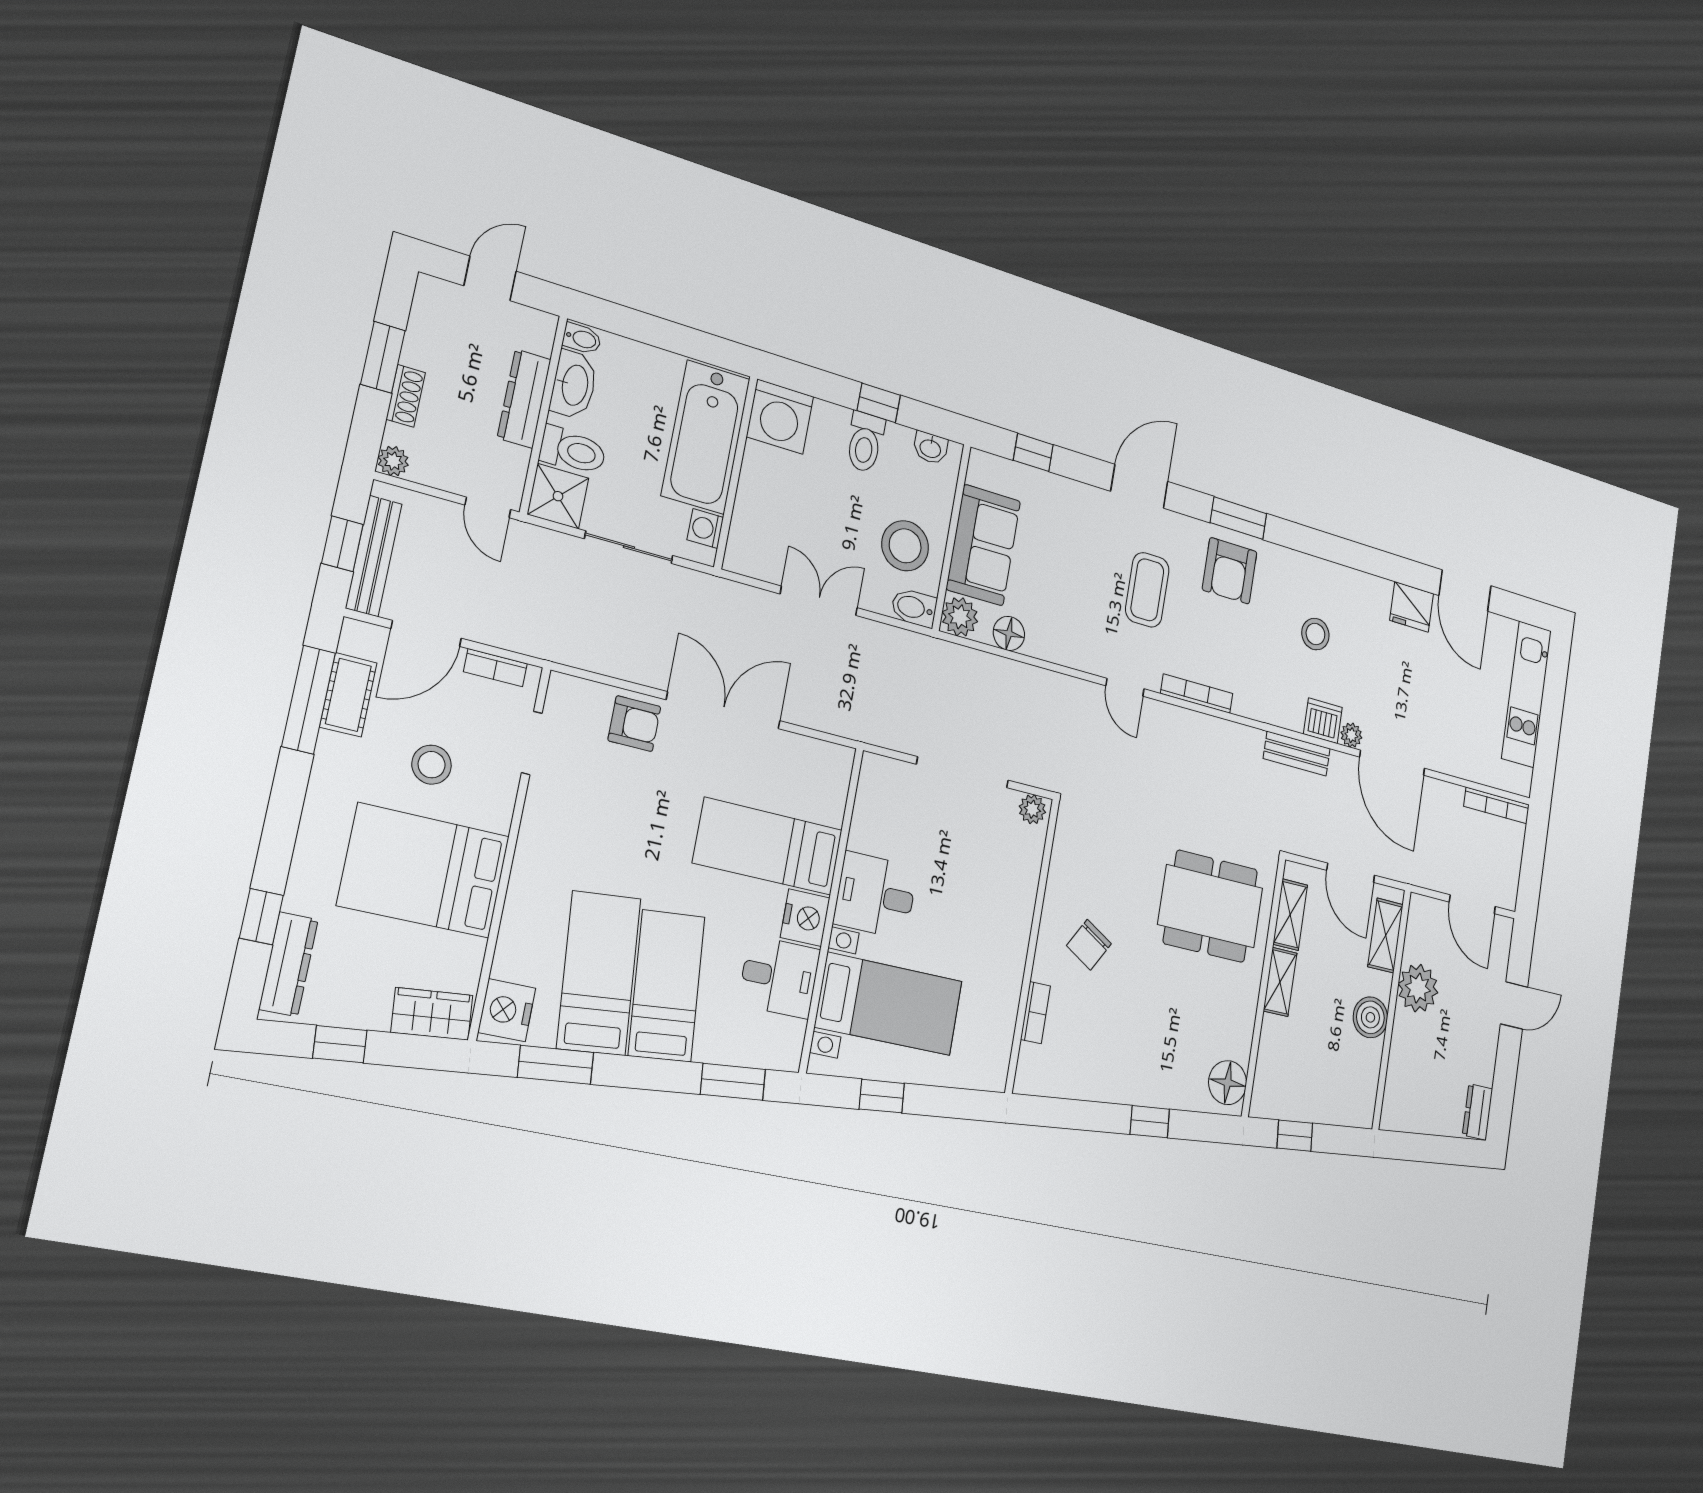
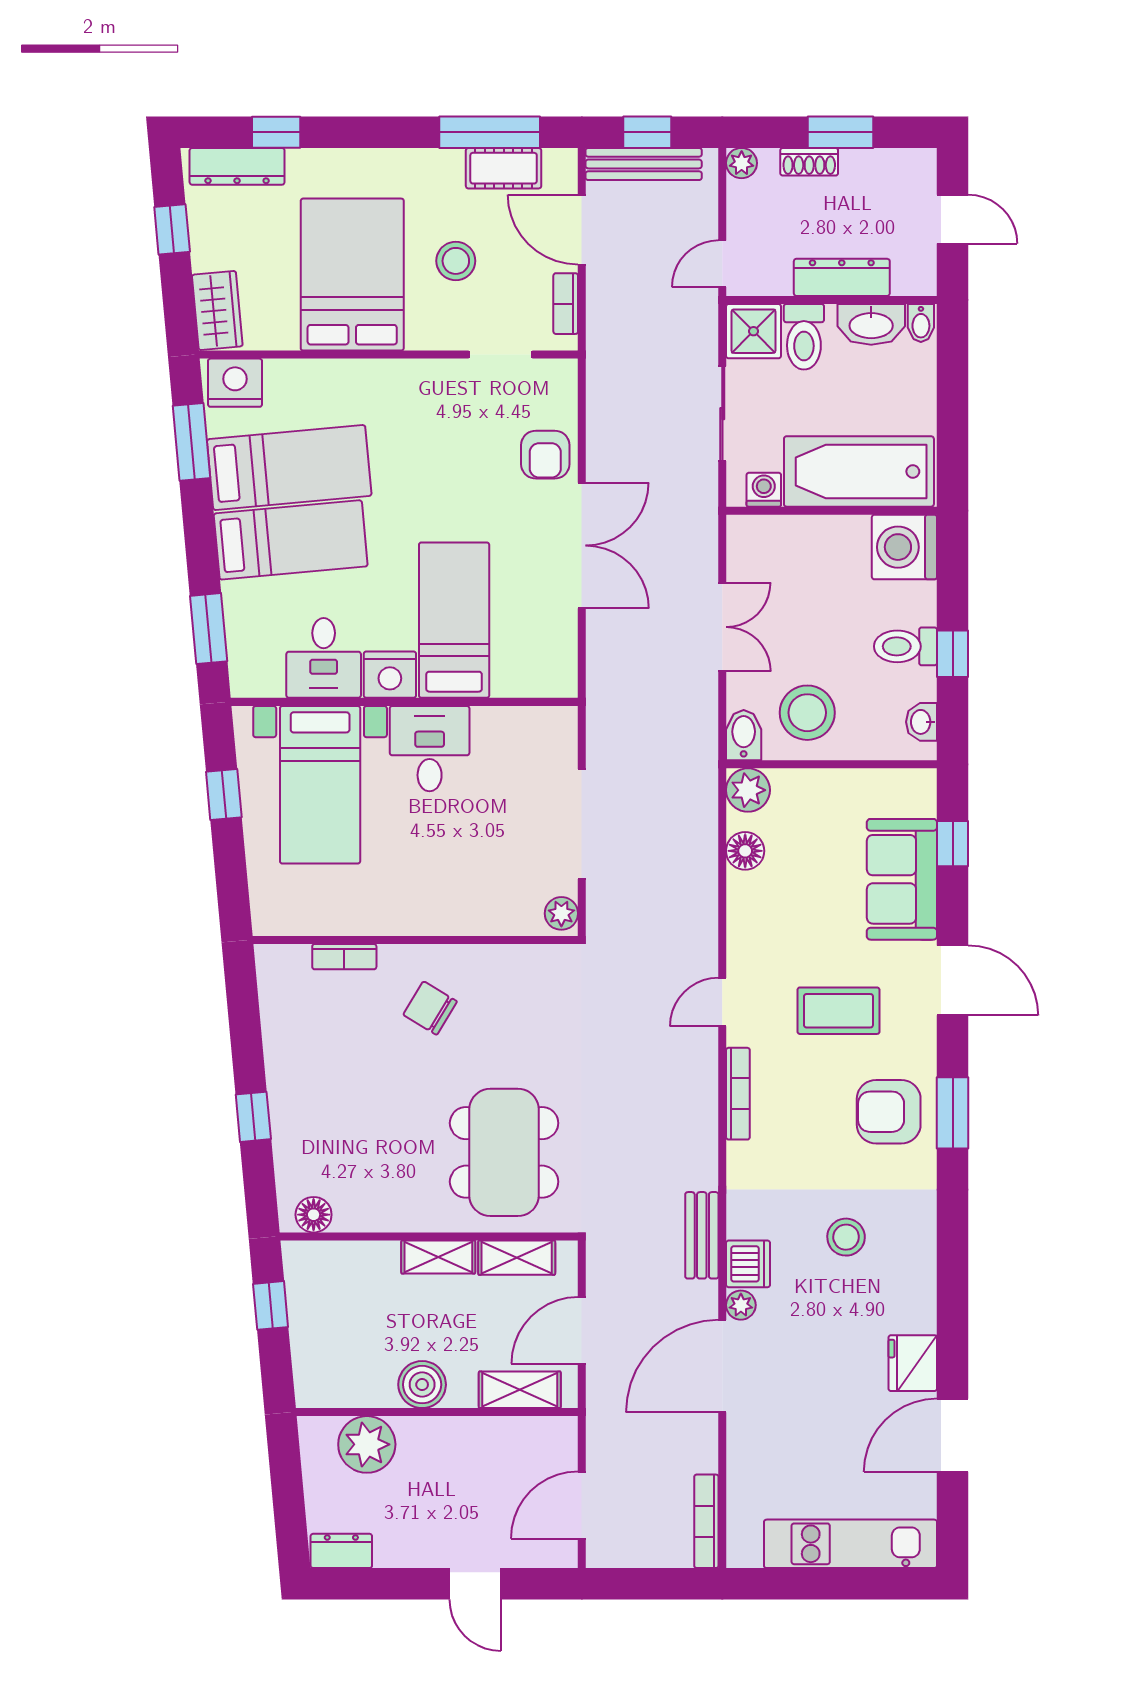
sofa: (983, 545) -> (902, 879), moved, turned 90
plant: (1418, 988) -> (367, 1444), moved
floor lamp: (1228, 1083) -> (314, 1215), width x0.73, depth x0.73

